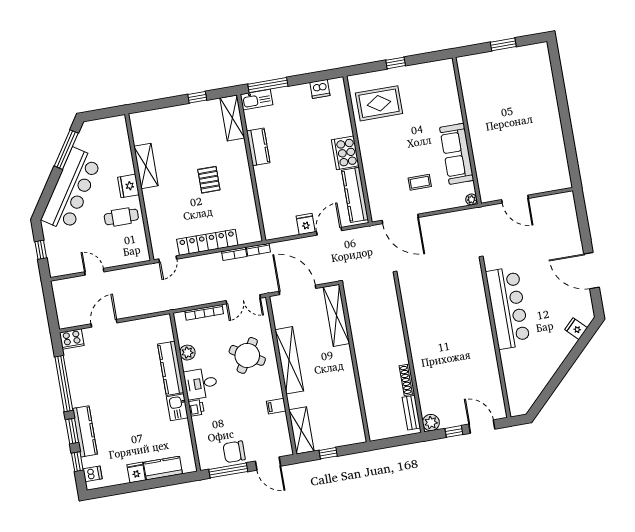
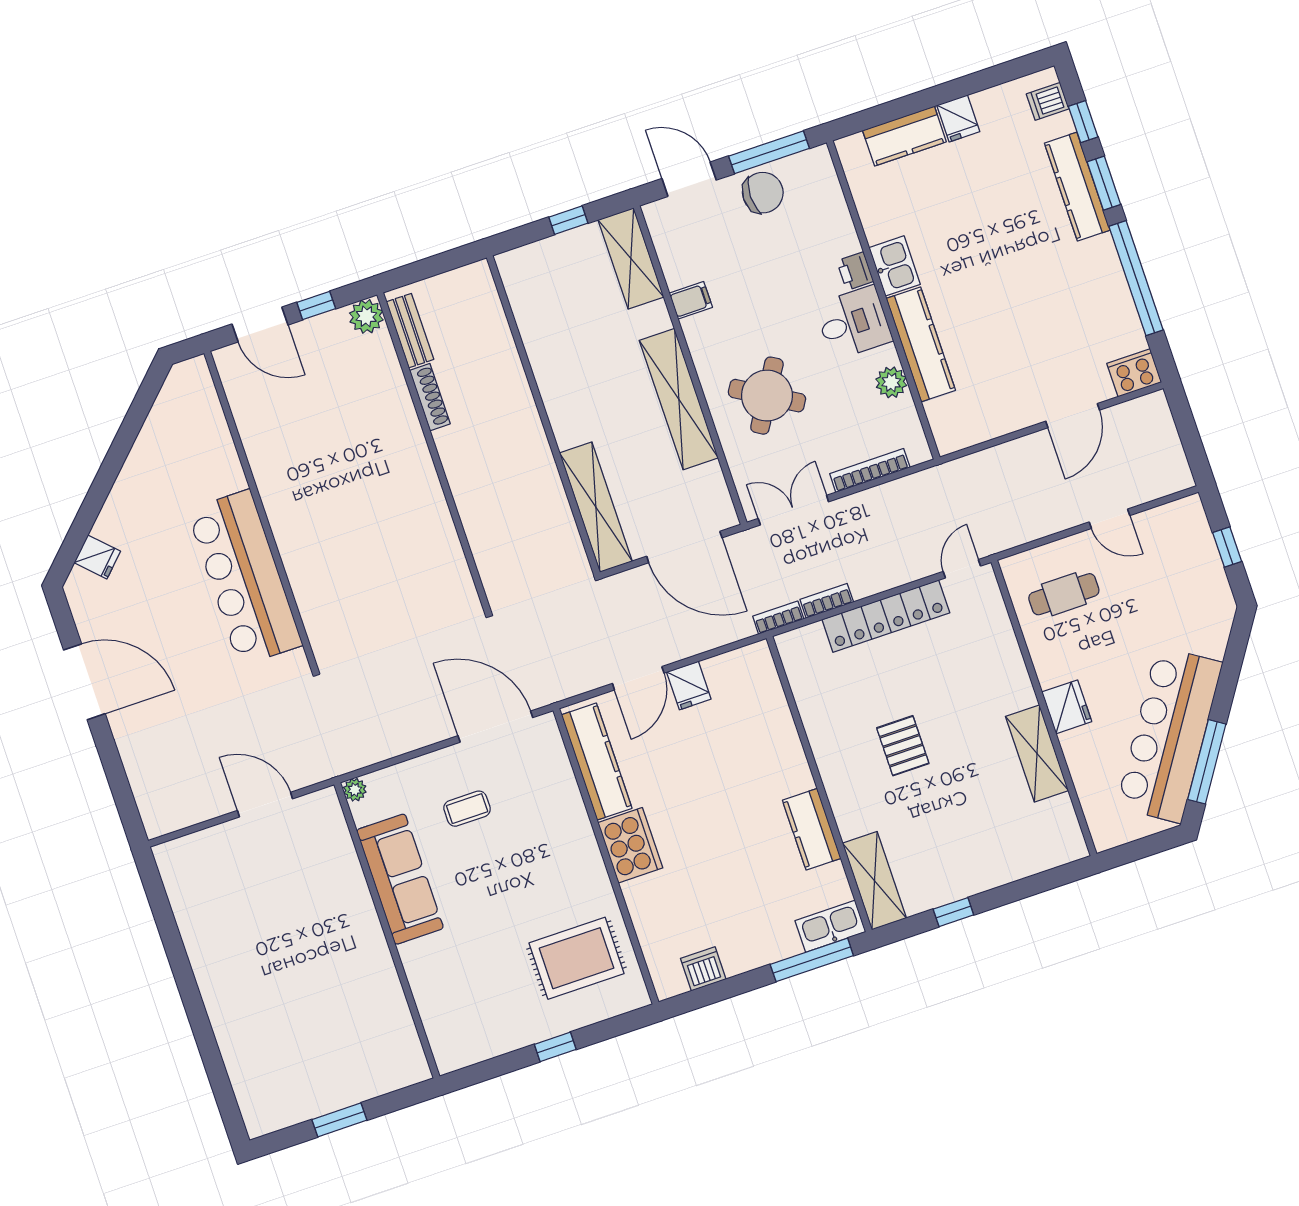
bar counter: (71, 190) -> (1169, 735), moved
cafe table: (121, 217) -> (1064, 594), moved

